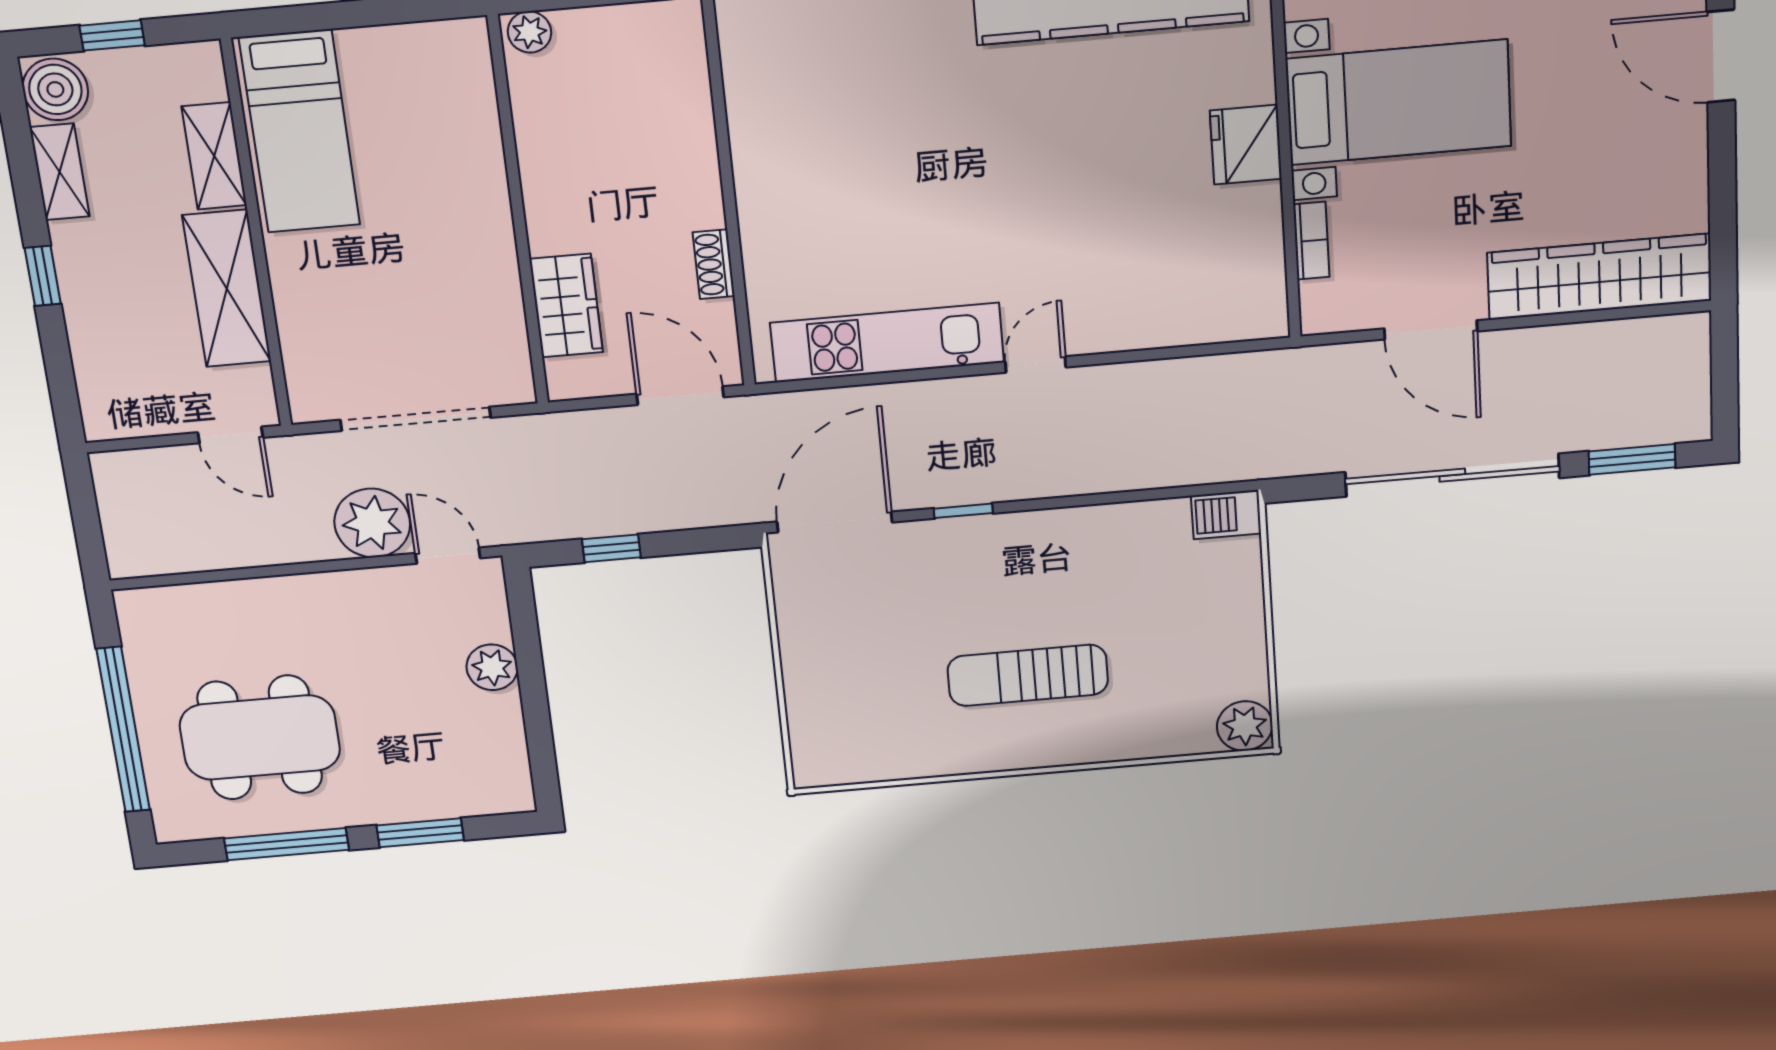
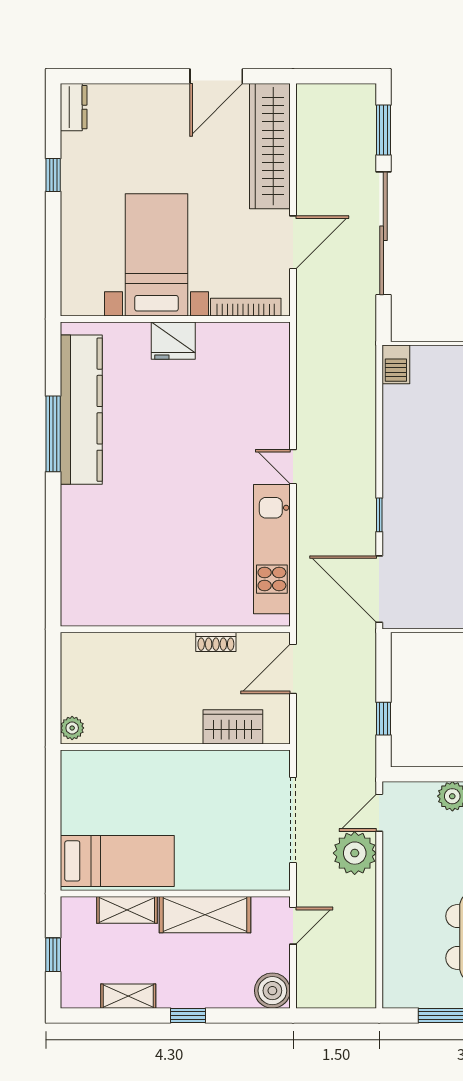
door: (1721, 56) -> (216, 76), moved
boiler: (55, 89) -> (272, 991), moved
bookcase: (1311, 241) -> (246, 307), width x1.56

